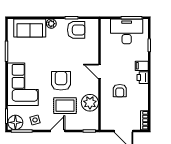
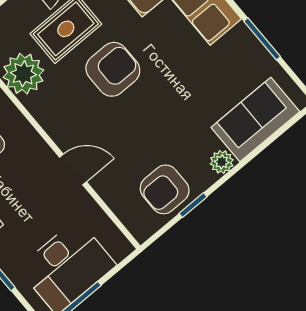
door: (99, 72) -> (73, 170), moved
armchair: (61, 81) -> (113, 69), turned -90

